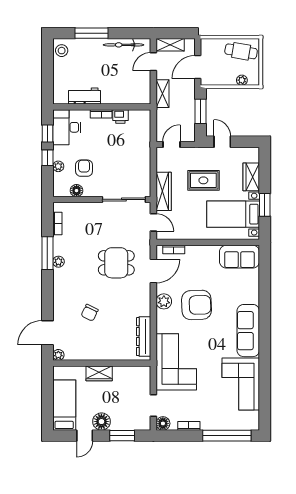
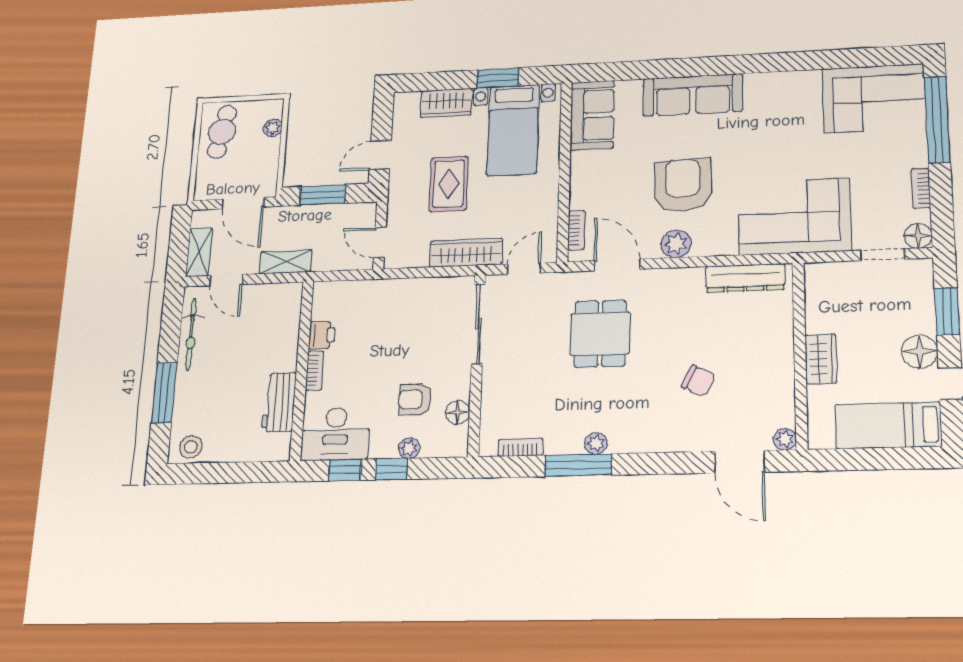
sofa: (248, 331) -> (693, 95), moved
corner sofa: (241, 384) -> (874, 98), moved

